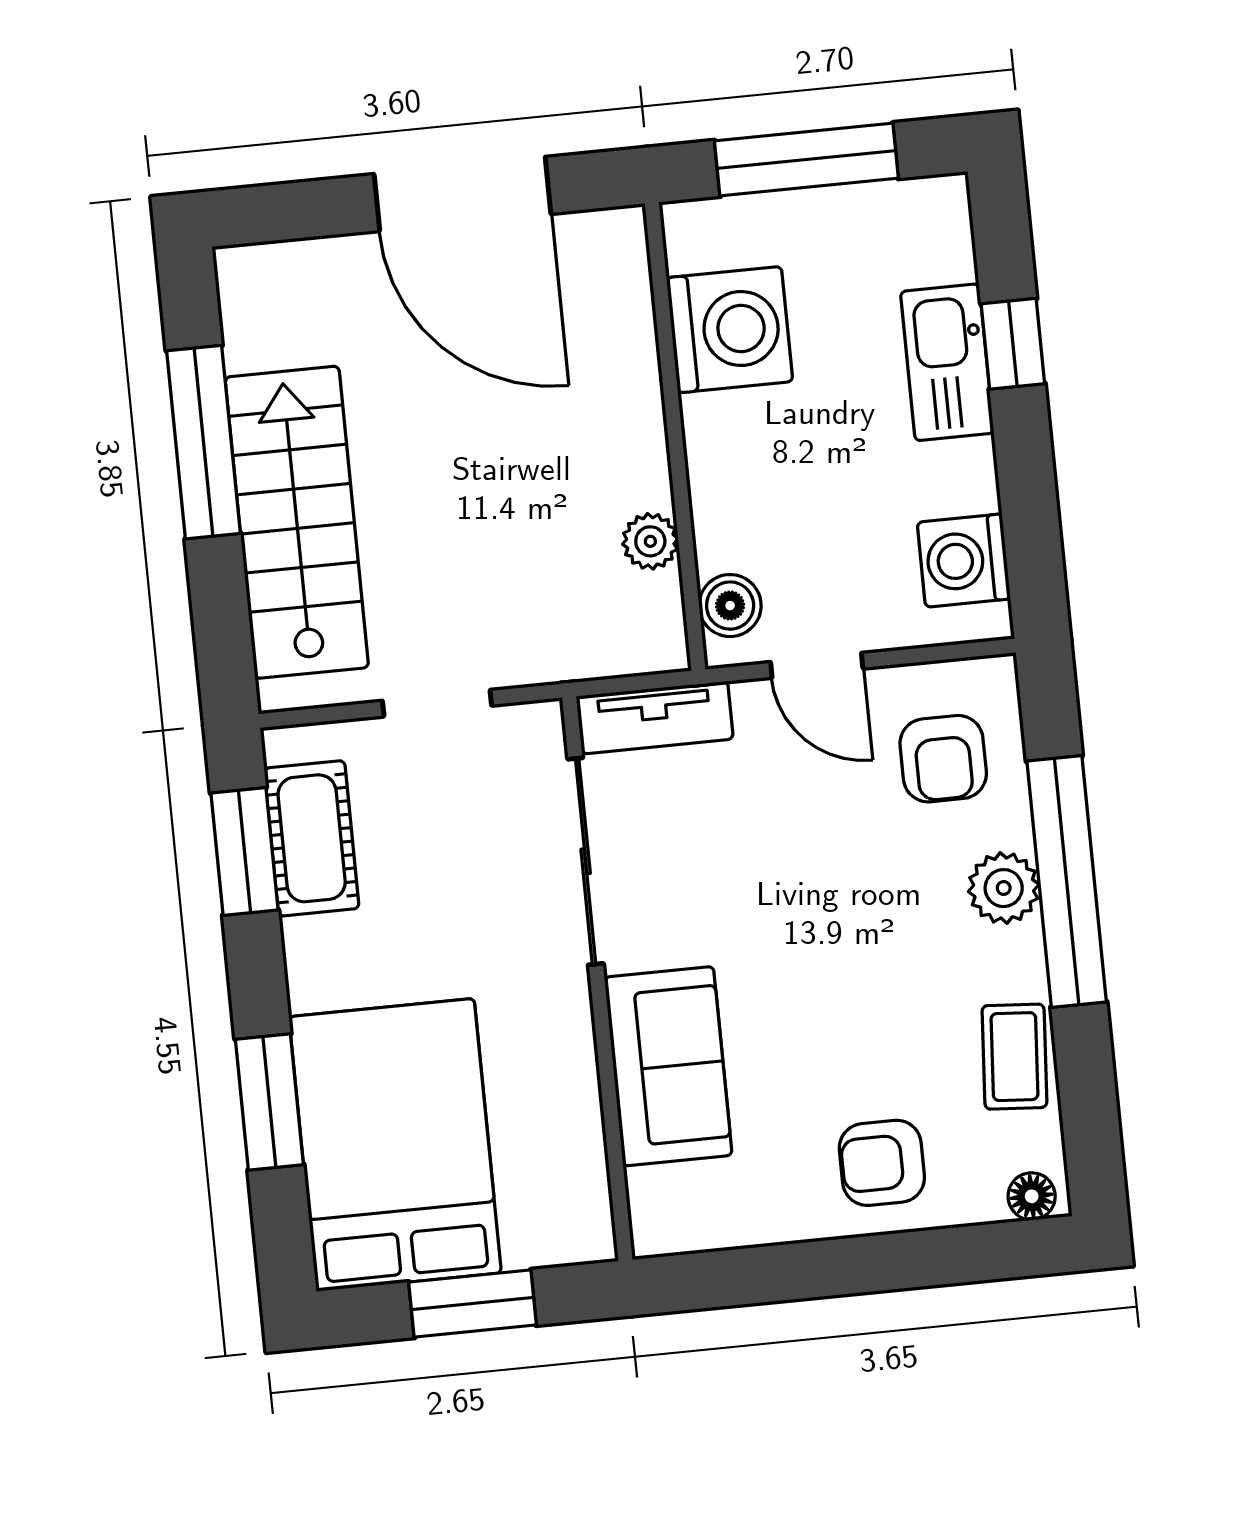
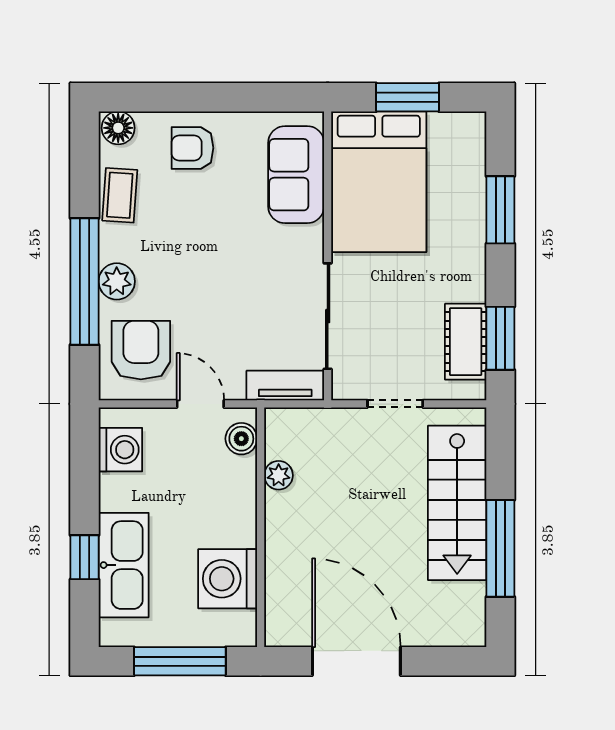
kitchen sink: (947, 362) -> (124, 565), width x1.36, depth x1.24
armchair: (943, 759) -> (141, 350), width x1.38, depth x1.38
sofa: (668, 1066) -> (296, 175), moved
bed: (395, 1145) -> (379, 182), moved
armchair: (882, 1163) -> (192, 148), turned 180
floor lamp: (1032, 1196) -> (118, 128), width x1.37, depth x1.37

